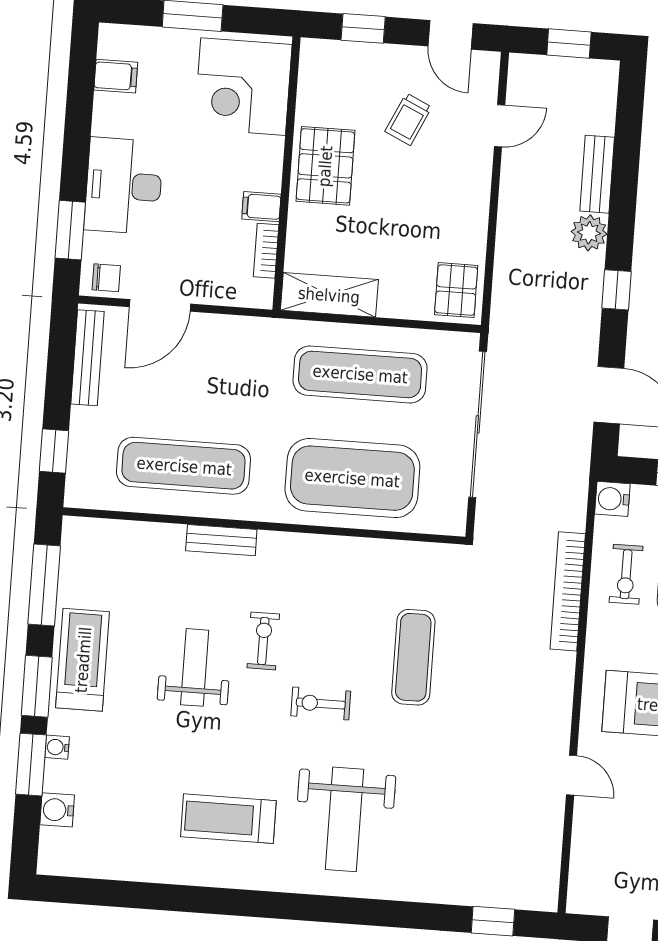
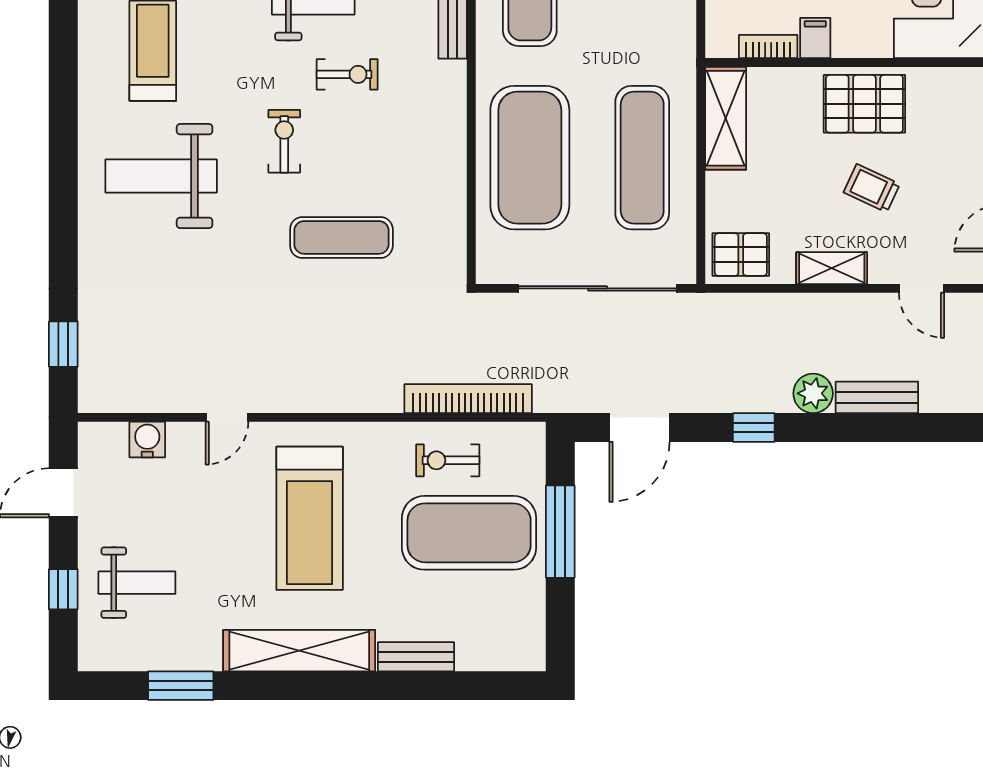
trolley: (408, 119) -> (872, 188), moved
shelving: (475, 207) -> (832, 268), added
water cooler: (612, 499) -> (147, 440), moved
bookcase: (568, 591) -> (468, 399), moved

